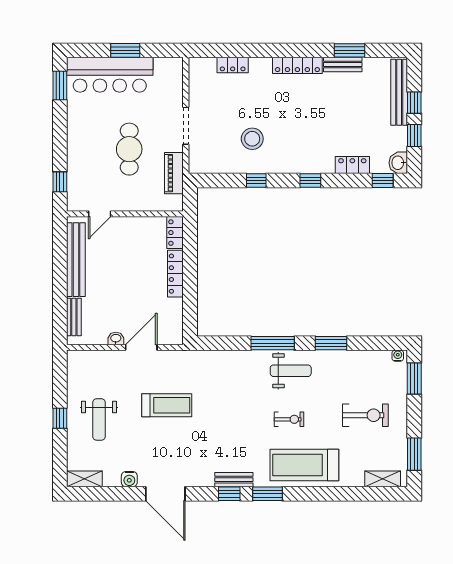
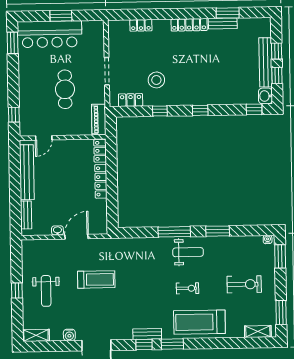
bench: (399, 92) -> (266, 62), moved
locker: (352, 165) -> (131, 100), moved
piano: (174, 173) -> (99, 120), moved

